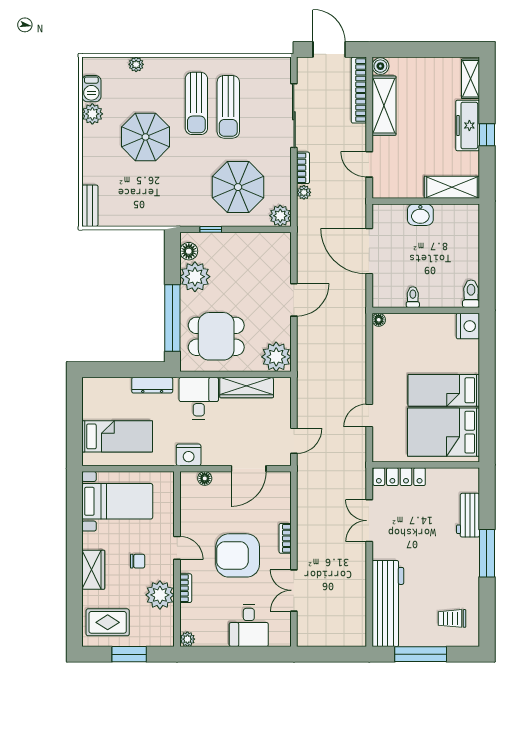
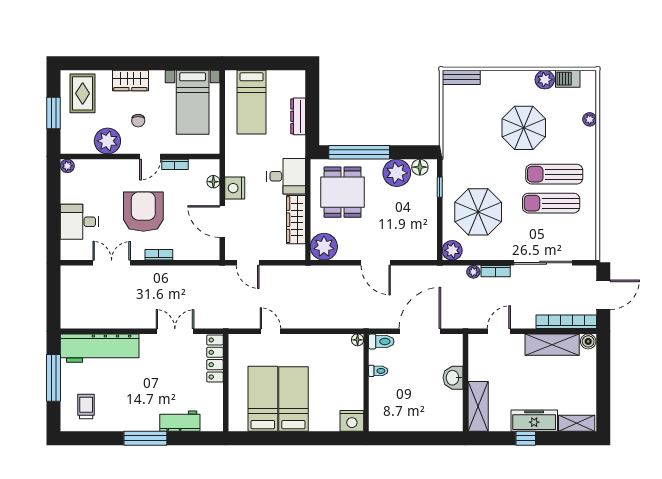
toilet: (471, 294) -> (381, 341), moved
dresser: (152, 385) -> (298, 116), moved
bed: (443, 432) -> (263, 399), width x0.67
nightstand: (189, 455) -> (235, 188), moved
bookcase: (186, 588) -> (175, 164), moved

